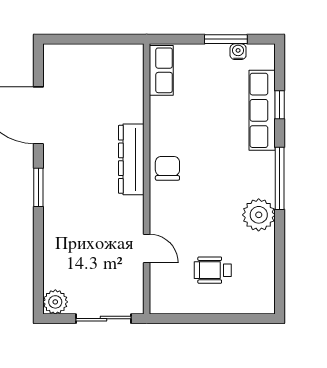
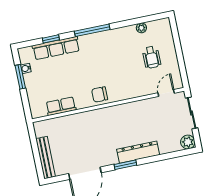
bench: (79, 54) -> (46, 158), added
row of seats: (161, 70) -> (61, 106), moved
dresser: (131, 159) -> (138, 152), moved, turned 180
plant: (259, 215) -> (141, 28), moved, width x0.53, depth x0.53
door: (147, 248) -> (166, 93), moved

